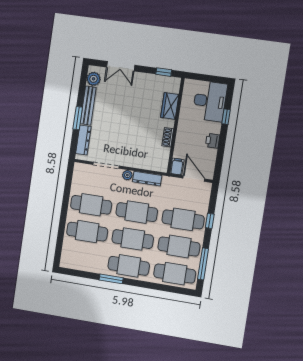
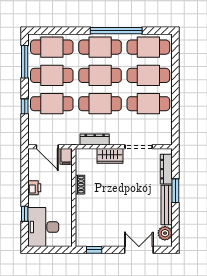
wardrobe: (170, 106) -> (110, 156), moved, turned 90
plant: (127, 175) -> (115, 140), removed
cafe table: (83, 258) -> (148, 47), added
window: (111, 279) -> (116, 31), width x2.11

